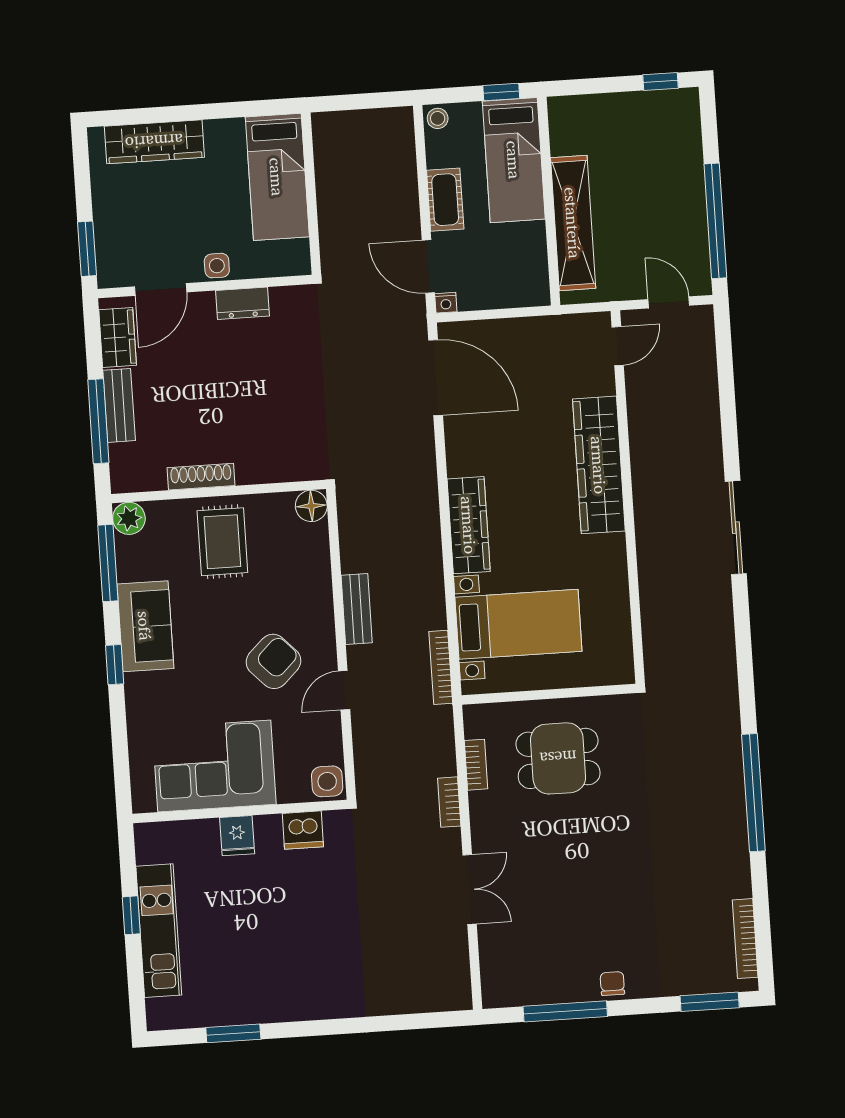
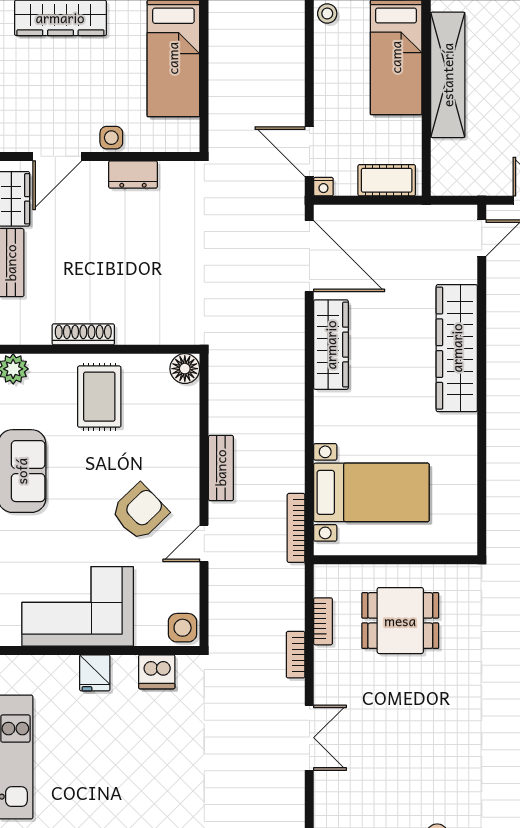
cot: (445, 200) -> (387, 180), moved, turned 90
shelving: (573, 223) -> (448, 75), moved
wardrobe: (469, 525) -> (331, 345), moved

